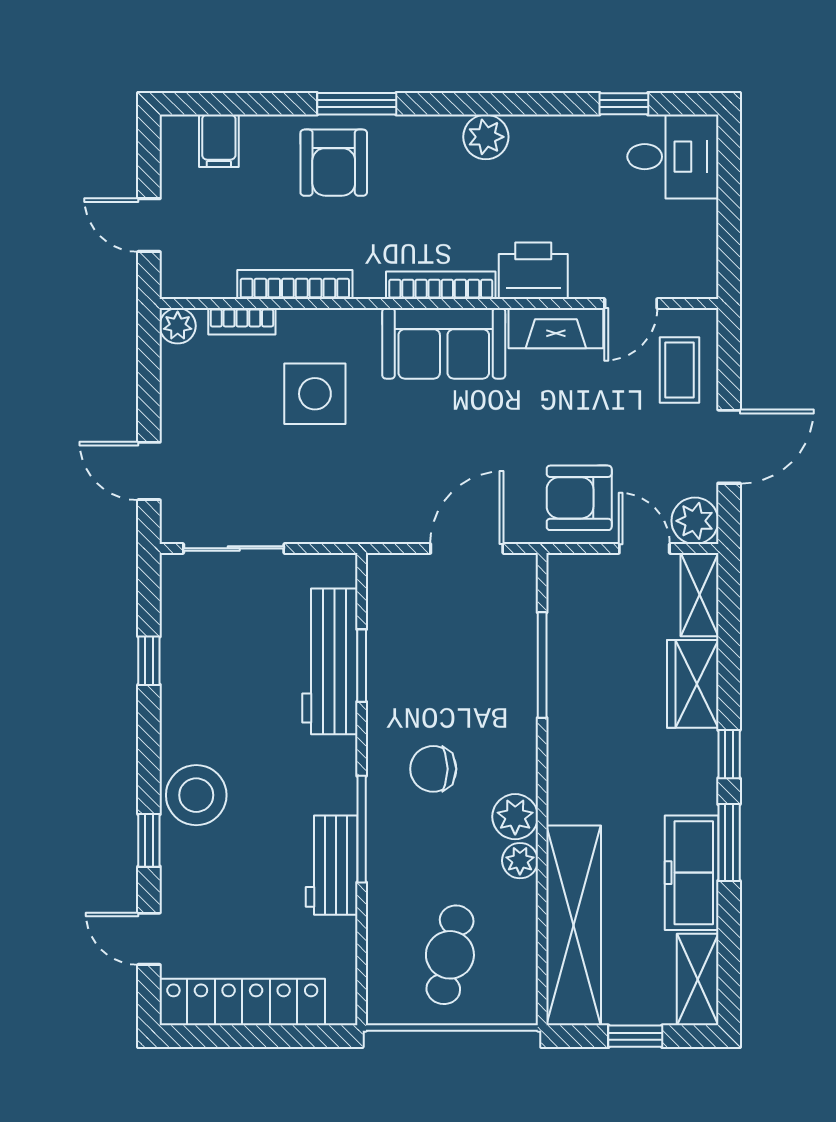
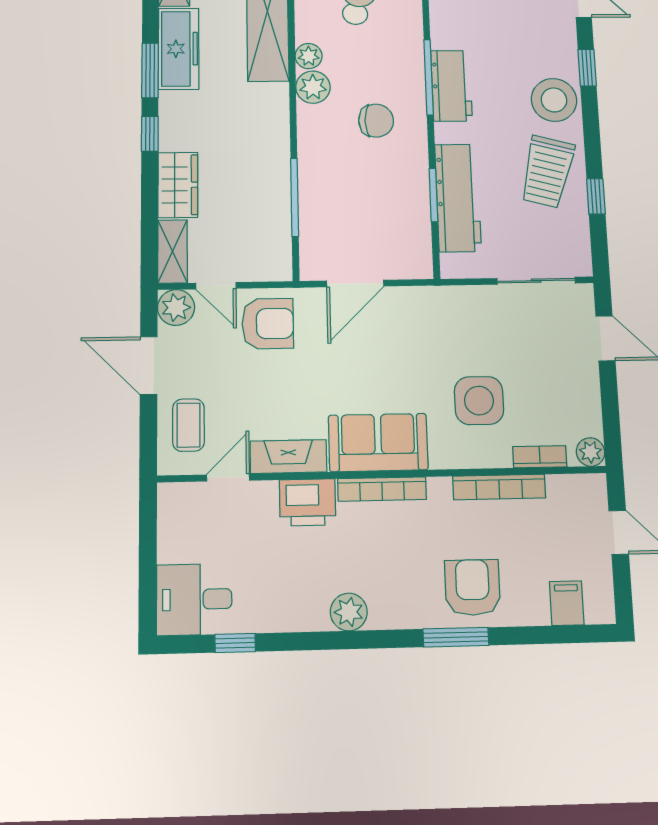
door: (729, 447) -> (149, 365), hinge flipped
trolley: (211, 696) -> (547, 172), added
workbench: (332, 865) -> (451, 86), moved

